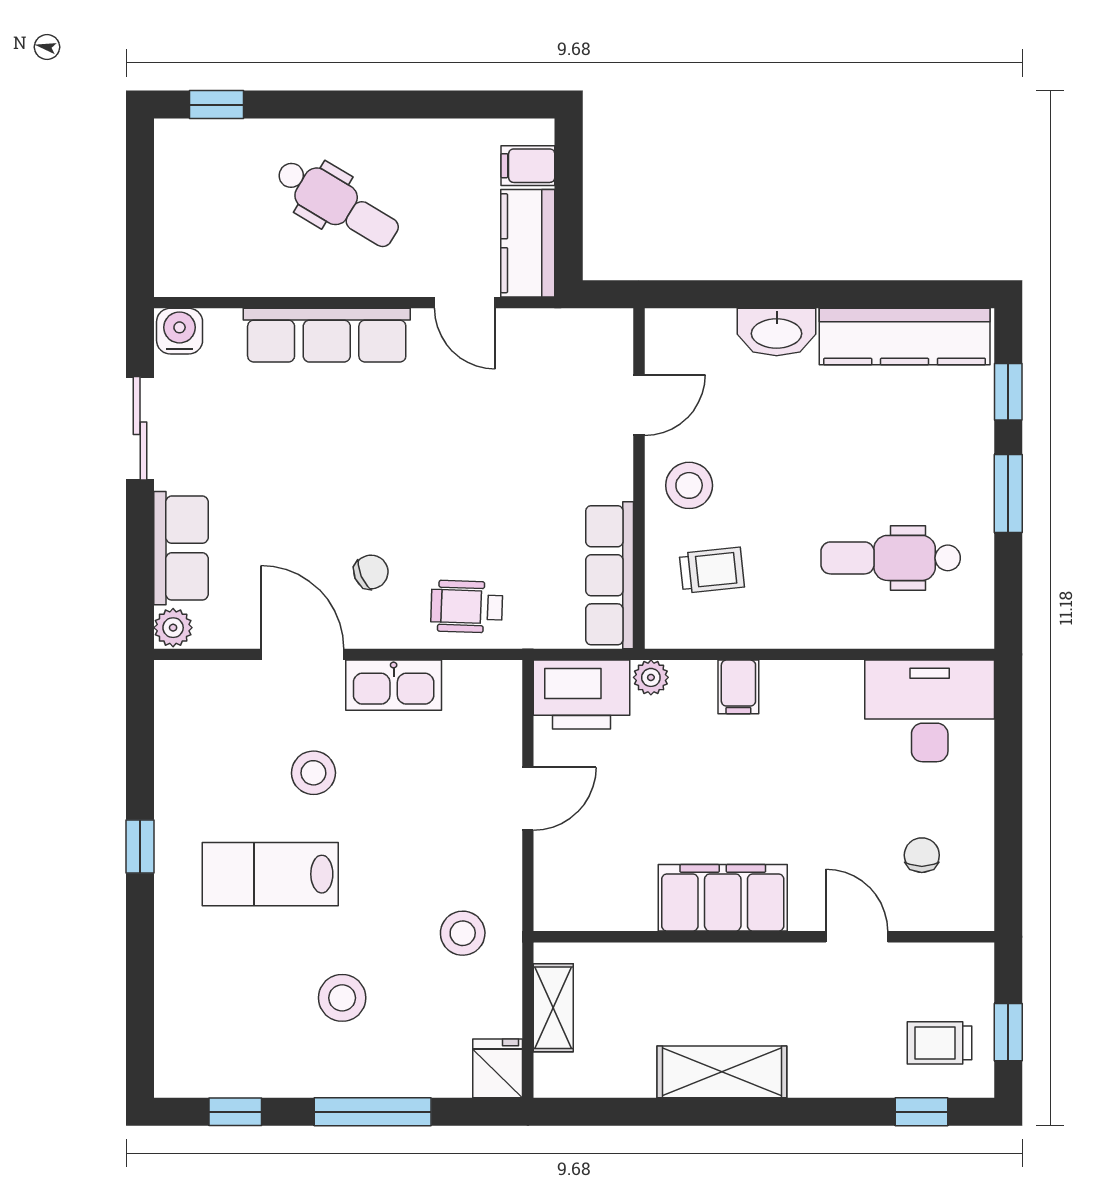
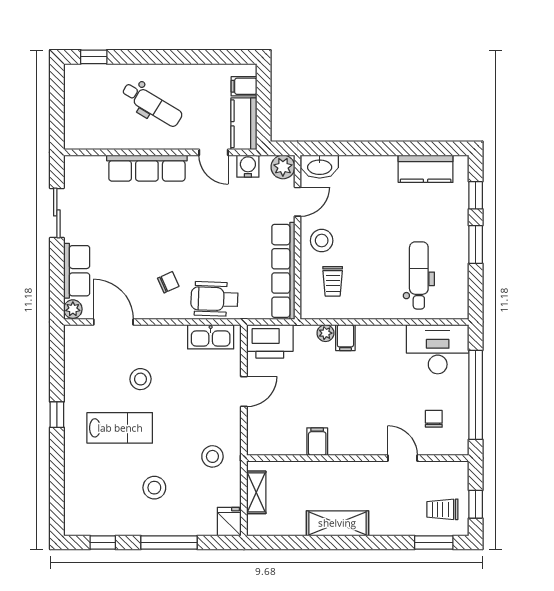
water cooler: (180, 331) -> (248, 166), moved
washbasin: (777, 332) -> (320, 167), moved
plant: (609, 333) -> (283, 167), added
kitchen counter: (905, 337) -> (426, 169), width x0.67
dental chair: (891, 558) -> (419, 275), turned 90
trolley: (712, 570) -> (333, 281), turned 96
row of seats: (610, 575) -> (283, 271), width x1.36
wheelchair: (467, 607) -> (214, 299), width x1.36, depth x1.37
door: (302, 654) -> (113, 322), moved
plant: (651, 677) -> (325, 333), moved
kitchen sink: (394, 685) -> (211, 337), moved
window: (1008, 806) -> (476, 395), added
lab bench: (270, 874) -> (120, 428), turned 180
filing cabinet: (723, 898) -> (317, 442), width x0.33, depth x0.86
window: (922, 1112) -> (434, 543), width x1.50

